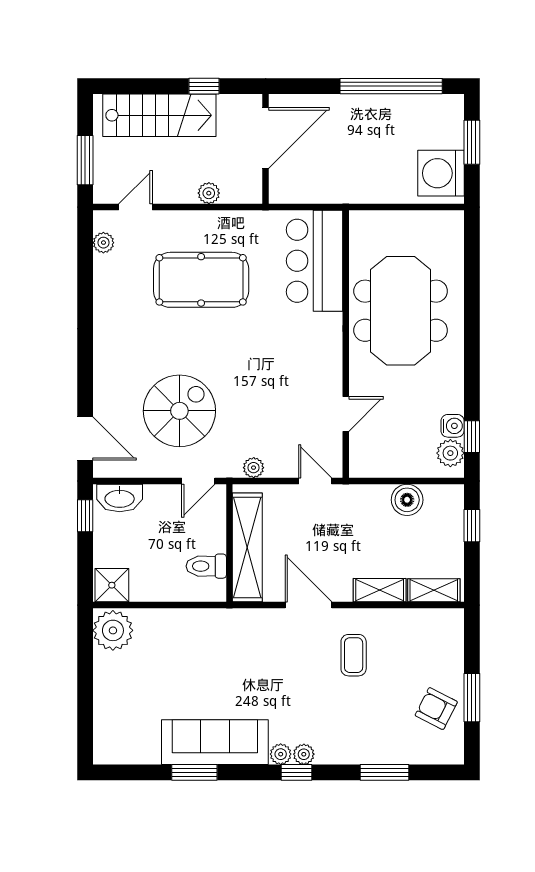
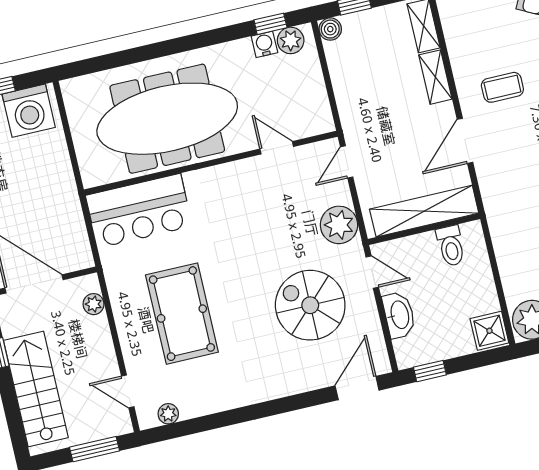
plant: (209, 193) -> (94, 304), moved
meeting table: (401, 311) -> (167, 119), width x1.36
plant: (254, 468) -> (339, 225), width x1.87, depth x1.87
washbasin: (120, 498) -> (399, 315), moved
boiler: (407, 500) -> (330, 29), moved, width x0.73, depth x0.73

